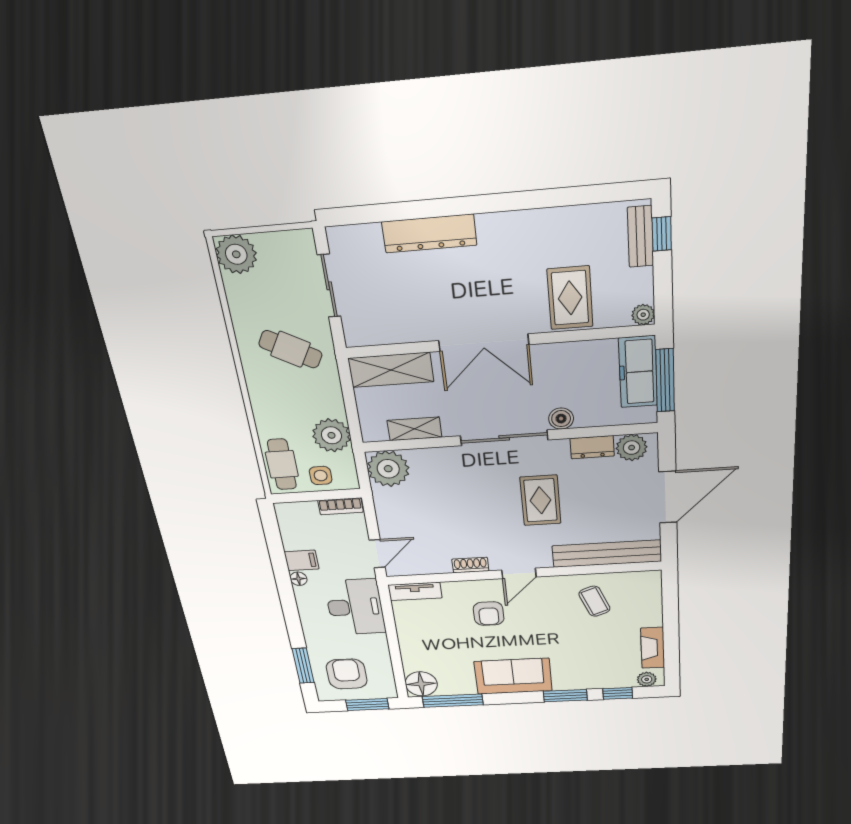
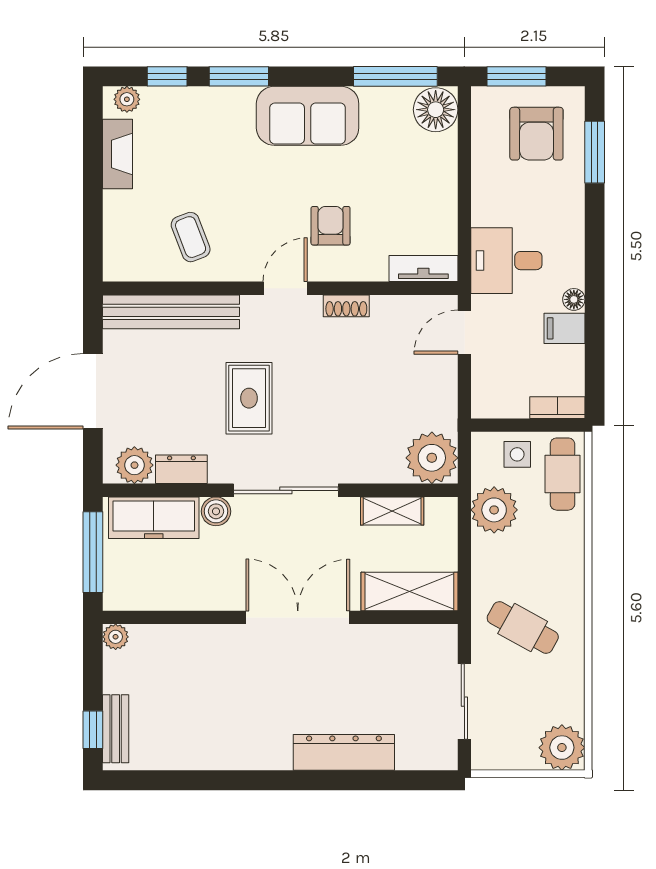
rug: (570, 298) -> (196, 664), removed
freezer: (638, 372) -> (154, 518), moved, turned 90
bookcase: (340, 506) -> (557, 408), moved
desk: (355, 607) -> (506, 261), width x0.73

